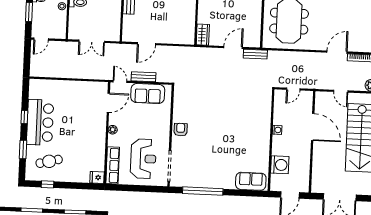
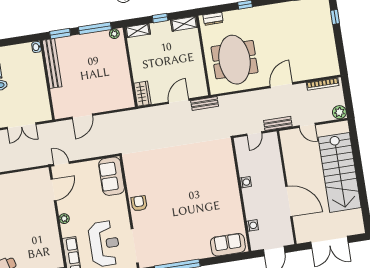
door: (337, 52) -> (281, 85), moved
bench: (143, 77) -> (278, 123), moved
sofa: (148, 93) -> (112, 176), moved, turned 90
door: (313, 127) -> (289, 201), moved
washing machine: (280, 165) -> (252, 225), width x0.53, depth x0.53

